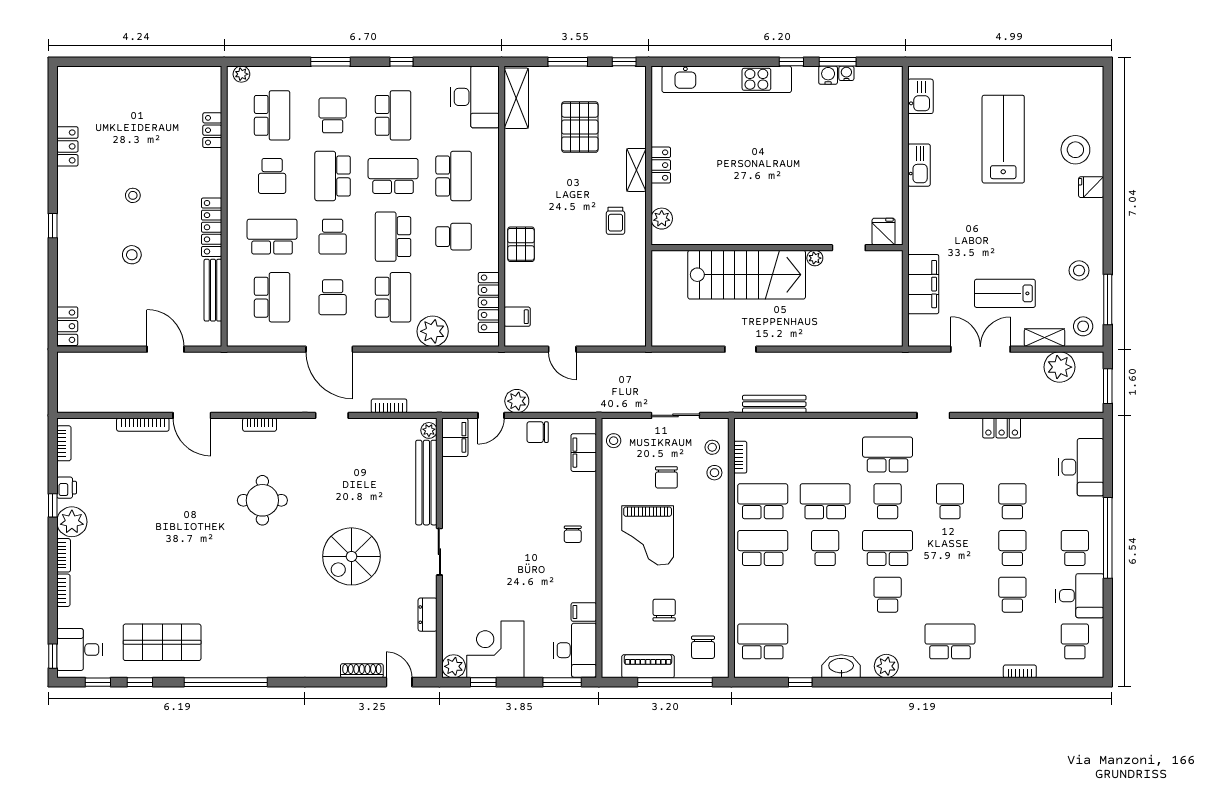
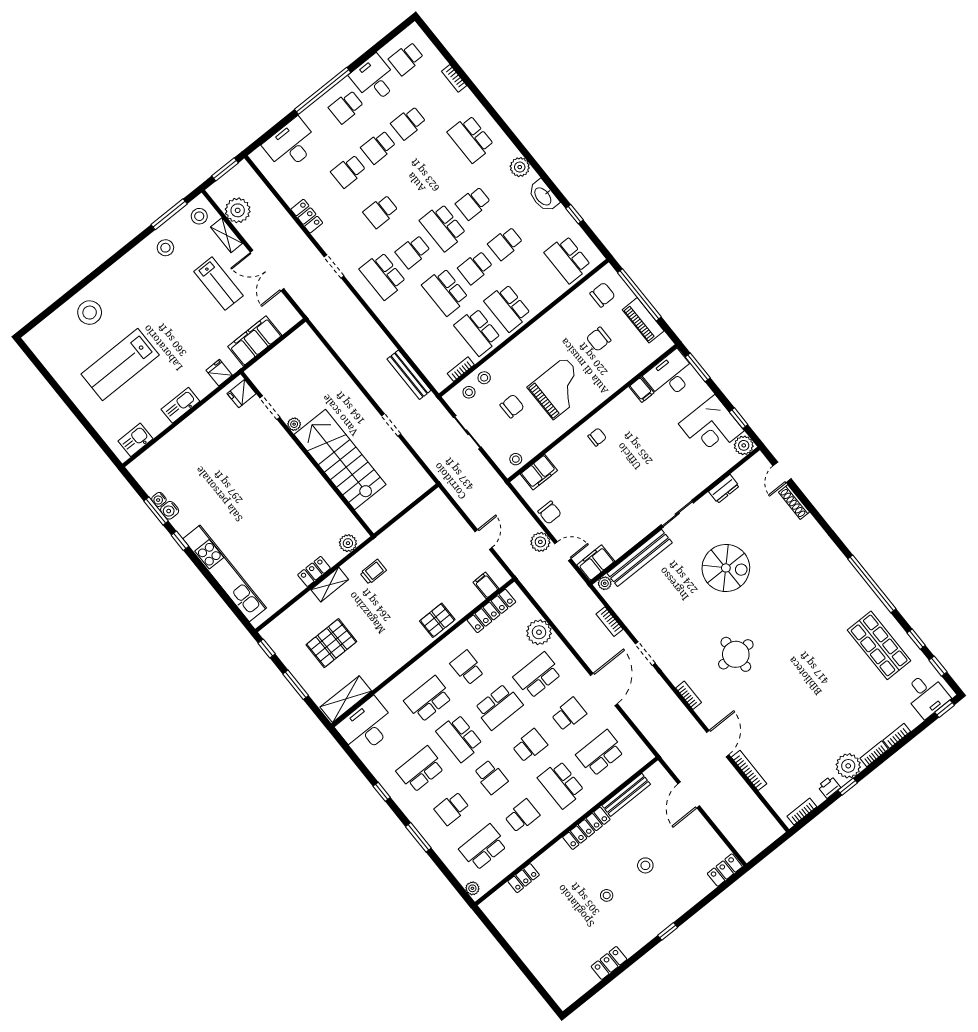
school desk: (333, 176) -> (491, 777), width x0.54
fridge: (1091, 187) -> (219, 373), moved, turned 180
school desk: (825, 595) -> (505, 243), added

